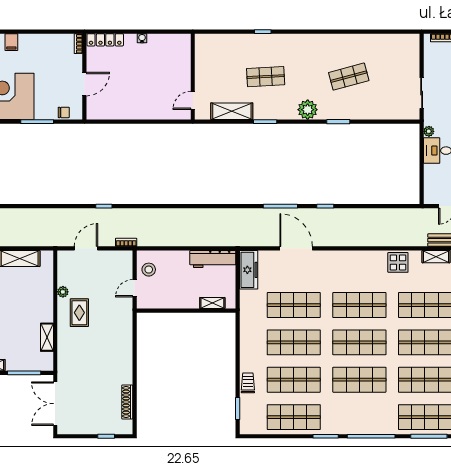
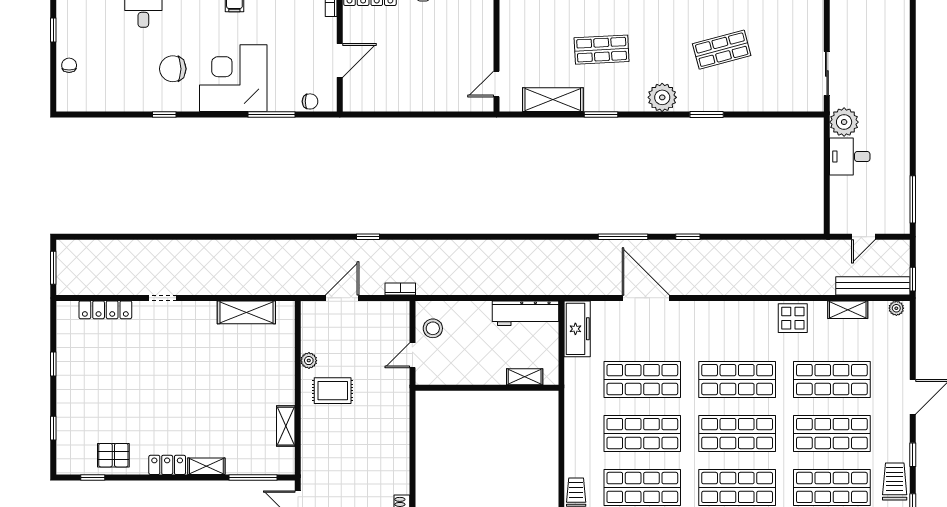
plant: (429, 131) -> (844, 122), width x1.87, depth x1.87
rug: (79, 313) -> (333, 391), turned 90

